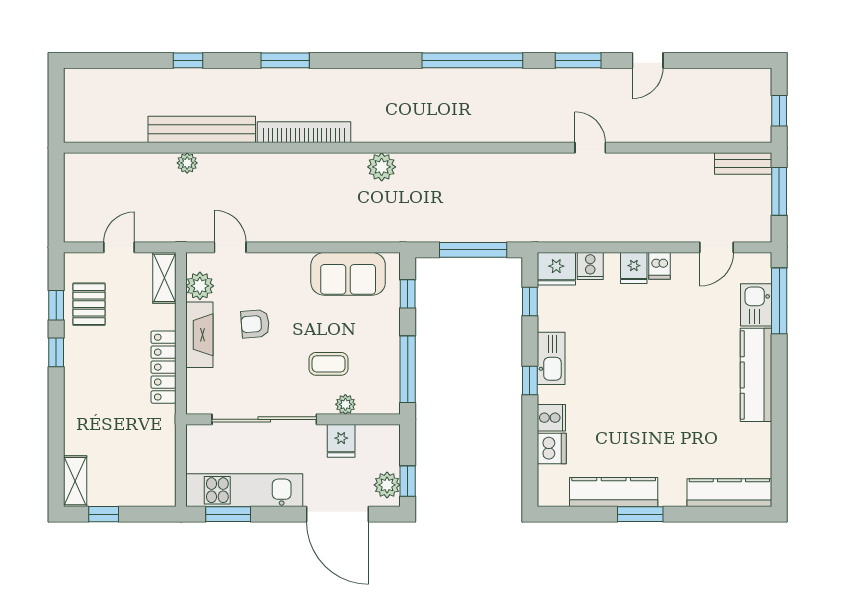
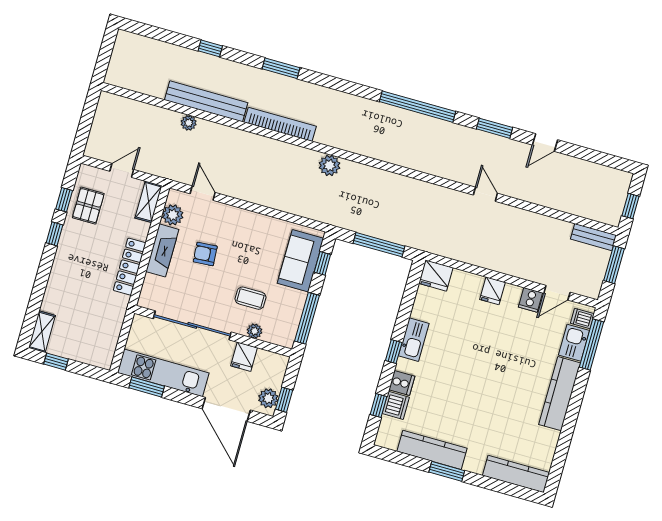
cooker: (590, 266) -> (531, 300), moved
dishwasher: (659, 266) -> (582, 318), moved, turned 90
sofa: (348, 274) -> (300, 261), moved, turned 90
window: (530, 302) -> (378, 406), moved

